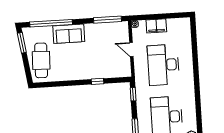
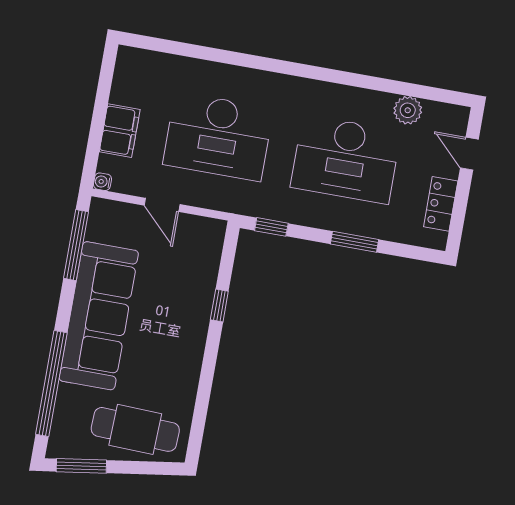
sofa: (69, 34) -> (99, 316), width x1.85, depth x1.27
door: (131, 49) -> (162, 205), hinge flipped

